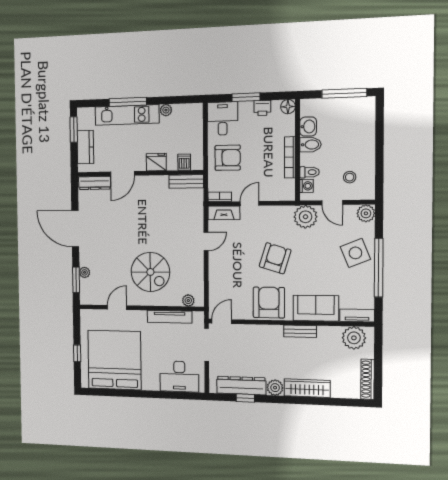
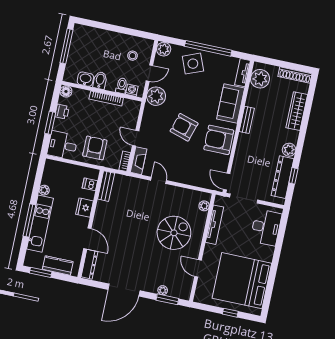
wardrobe: (307, 388) -> (297, 111), moved

